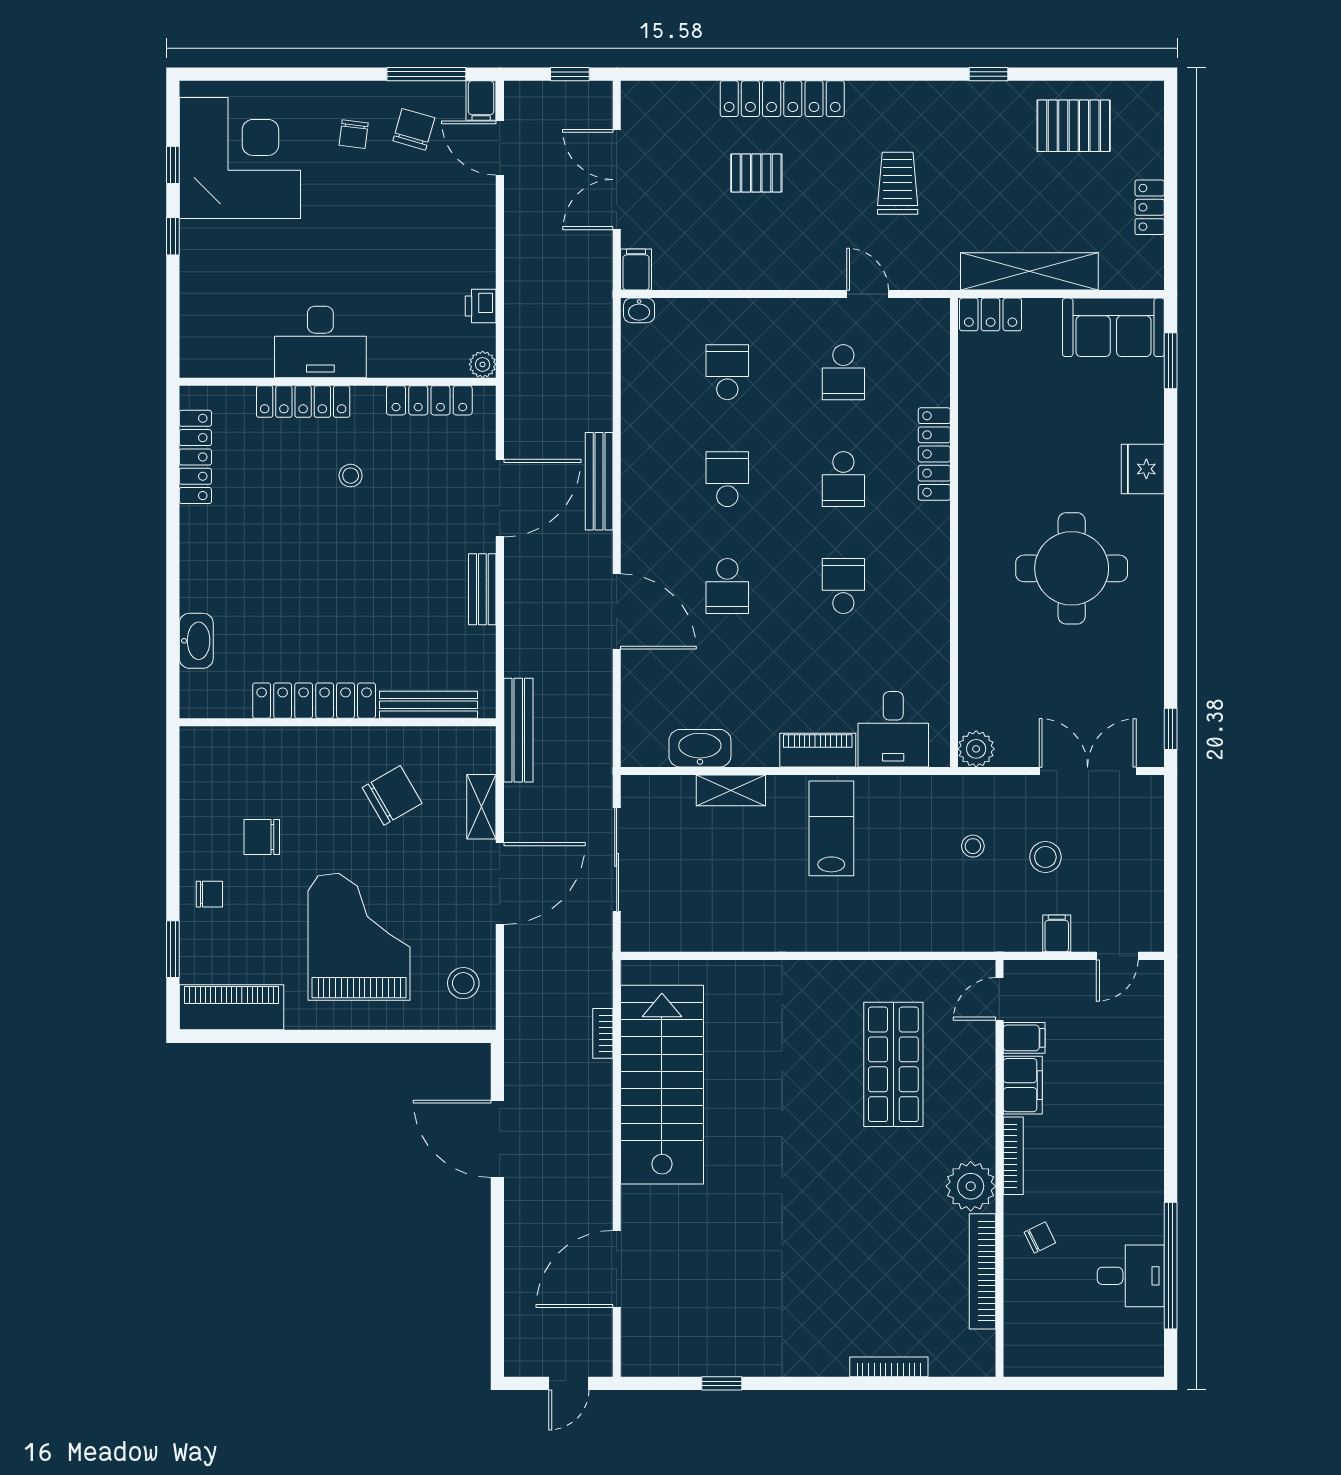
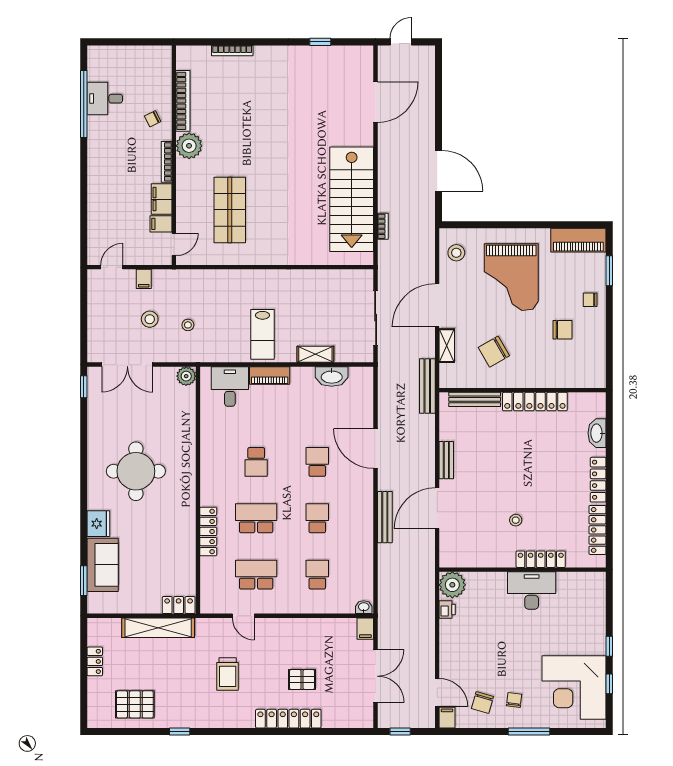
window: (426, 74) -> (529, 732), moved
sofa: (1113, 327) -> (103, 565), moved, turned 90
plant: (483, 364) -> (452, 585), width x1.87, depth x1.87
school desk: (727, 372) -> (317, 575), turned 180
school desk: (843, 372) -> (256, 575), width x1.85
locker: (429, 400) -> (598, 480), moved, turned -90
school desk: (727, 479) -> (317, 518), turned 180
school desk: (843, 479) -> (256, 518), width x1.85

